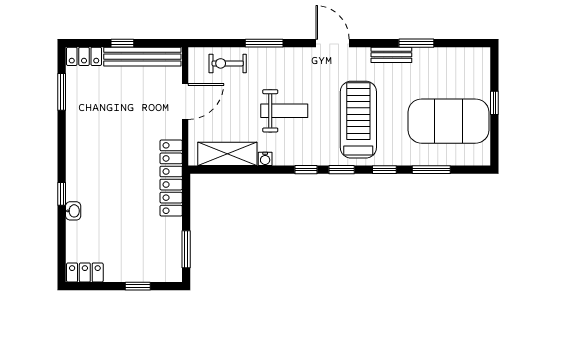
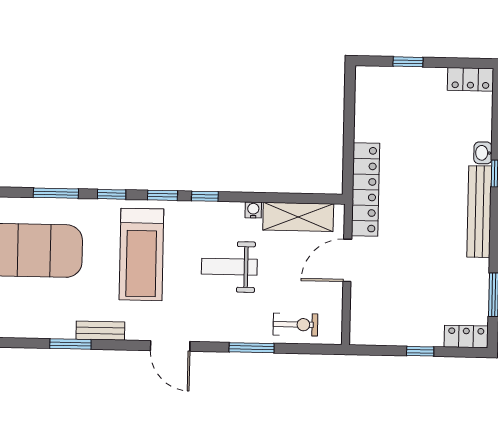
bench: (142, 57) -> (479, 212), moved, turned 90
door: (185, 102) -> (347, 260), moved
window: (186, 249) -> (349, 104), removed

